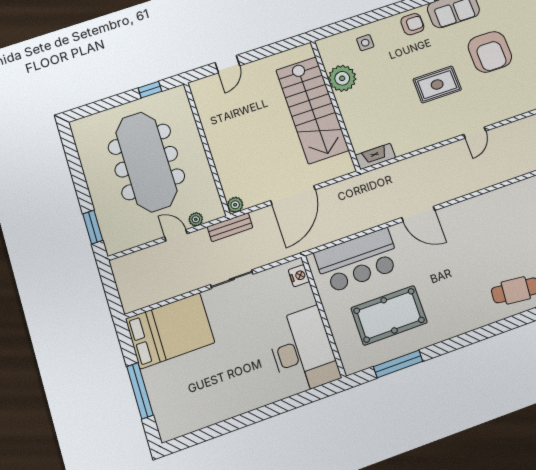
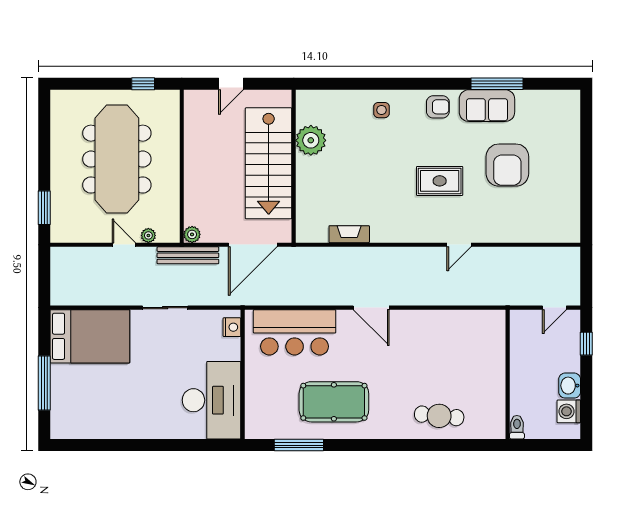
plant: (342, 78) -> (311, 140), moved
wall: (335, 105) -> (294, 166), moved
stairs: (312, 110) -> (269, 163), moved
bench: (230, 227) -> (188, 255), width x1.36
pool table: (389, 315) -> (334, 402), moved

